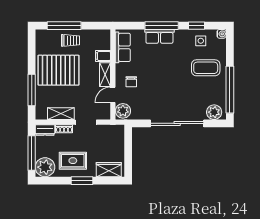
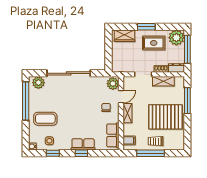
window: (64, 26) -> (151, 153), moved
window: (162, 26) -> (81, 153), width x0.46
filing cabinet: (103, 56) -> (129, 140), moved

